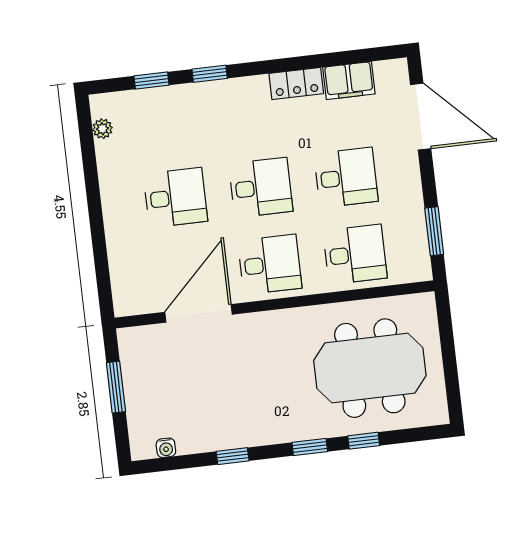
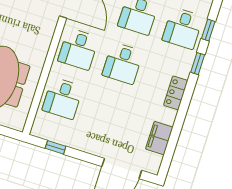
locker: (296, 84) -> (176, 93), moved
desk: (346, 178) -> (183, 28), moved
window: (434, 231) -> (56, 147), width x0.67

